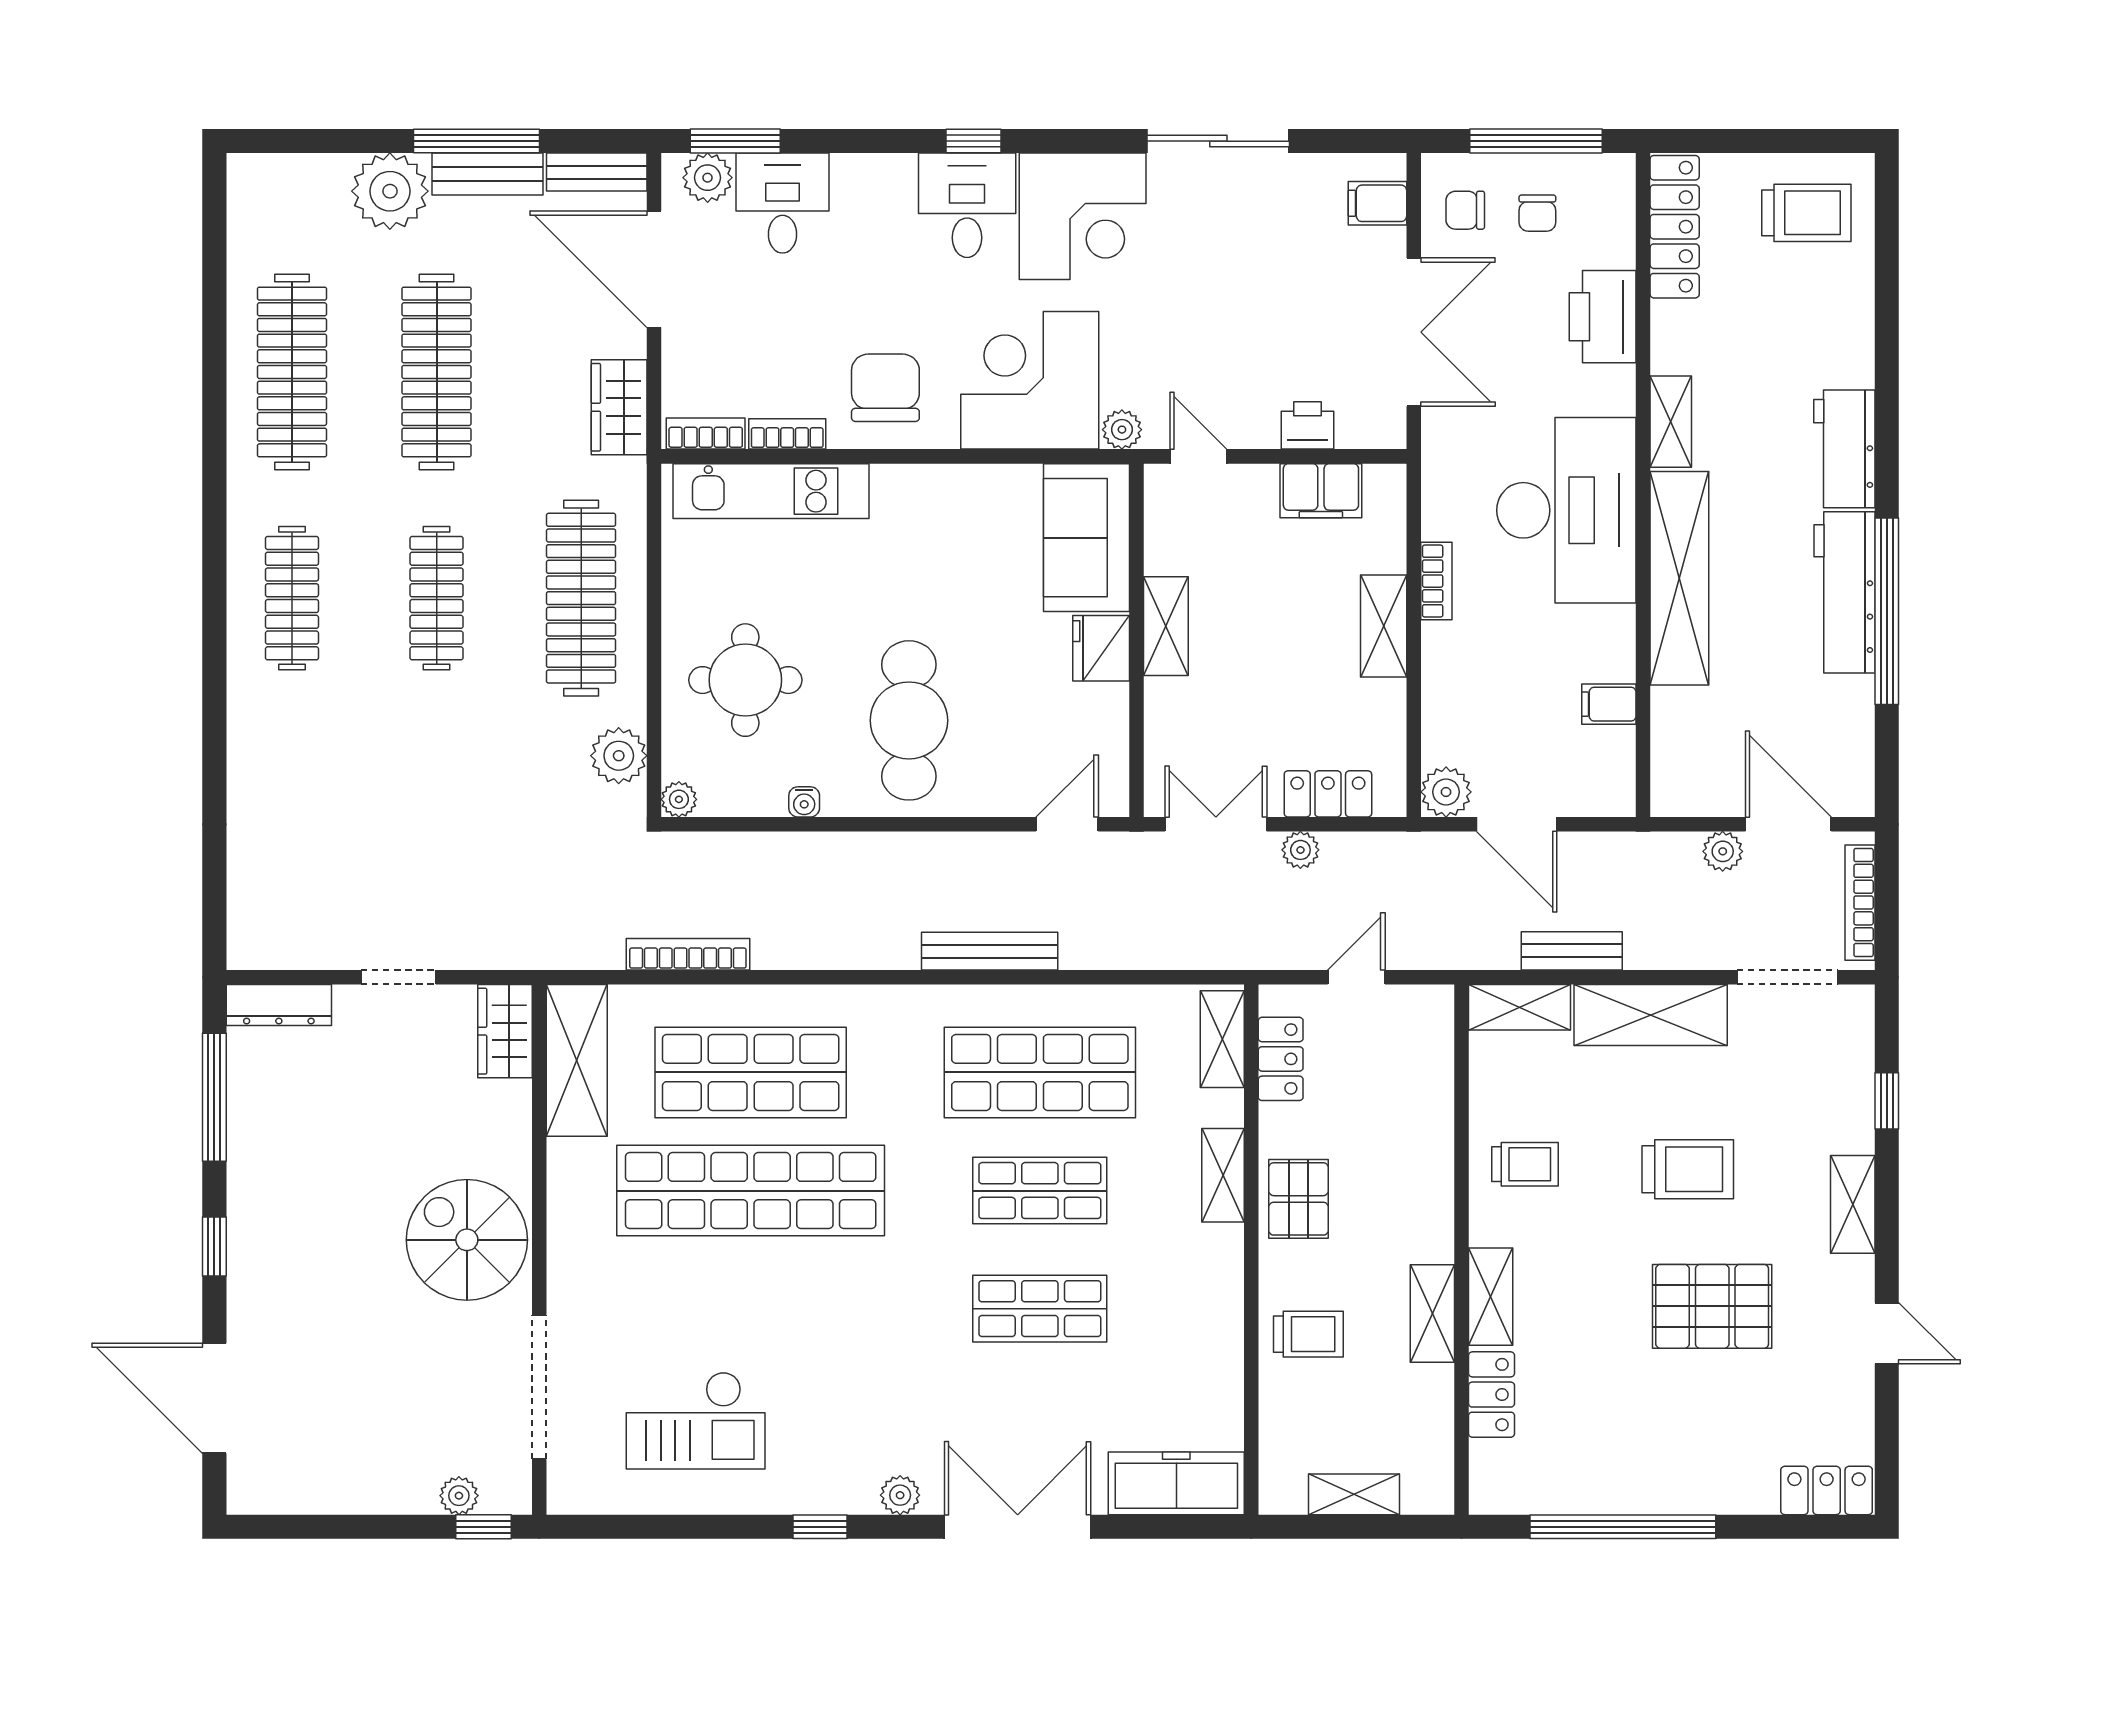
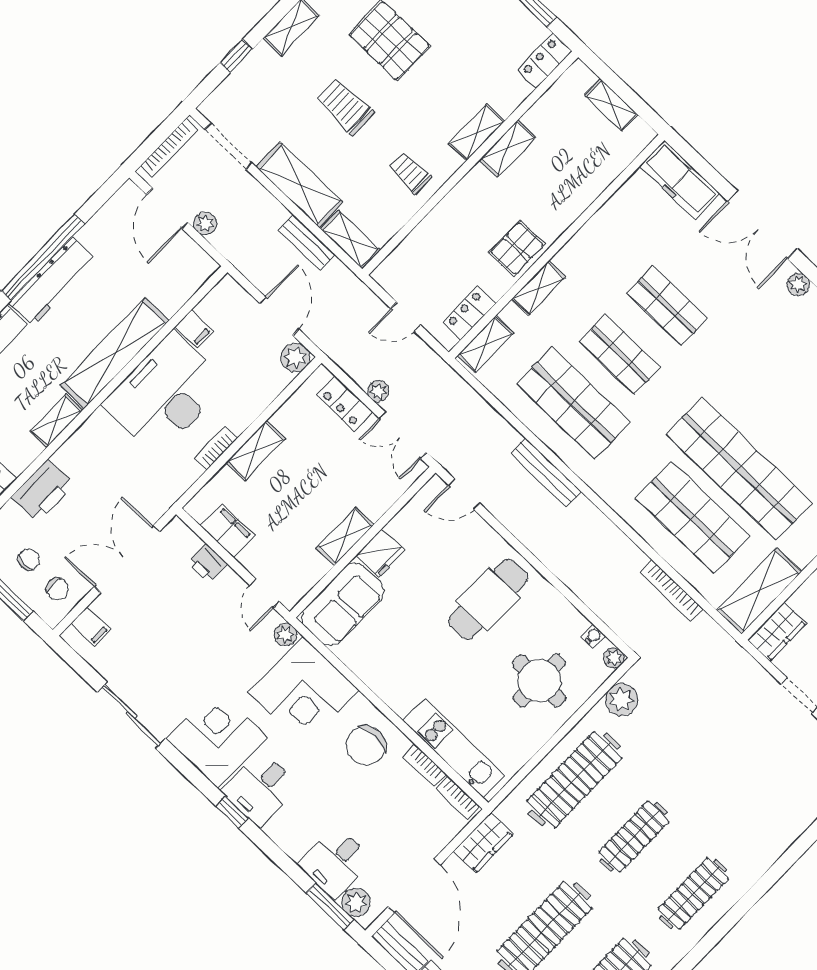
desk: (1566, 510) -> (165, 394), moved
water cooler: (804, 802) -> (593, 636), moved
trolley: (1308, 1334) -> (567, 189), removed
locker: (1491, 1395) -> (545, 61), moved

